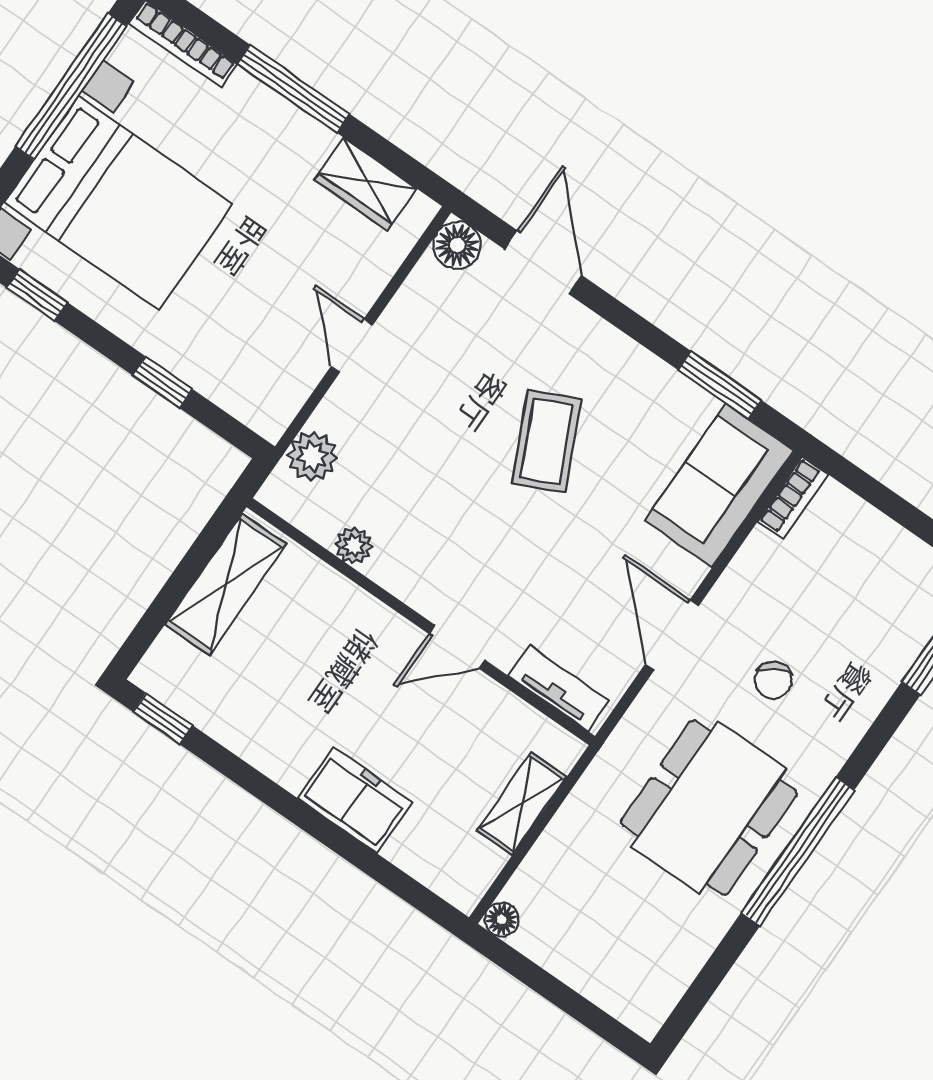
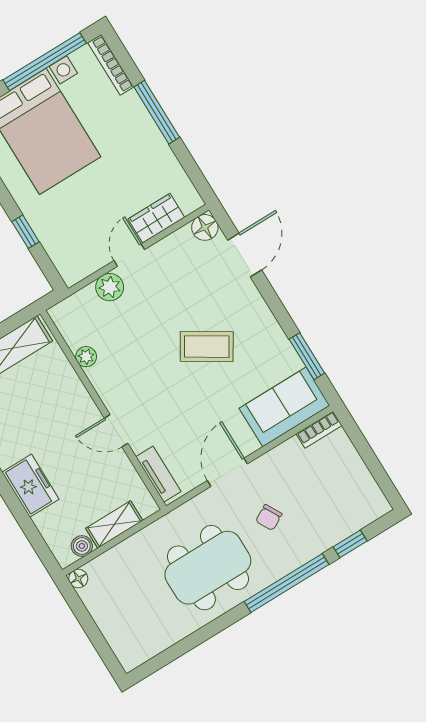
wardrobe: (365, 184) -> (156, 218), moved, turned 90
coffee table: (546, 441) -> (207, 347), turned 57
plant: (312, 456) -> (110, 287), moved
window: (798, 851) -> (287, 583), moved
boiler: (484, 863) -> (82, 546), added

